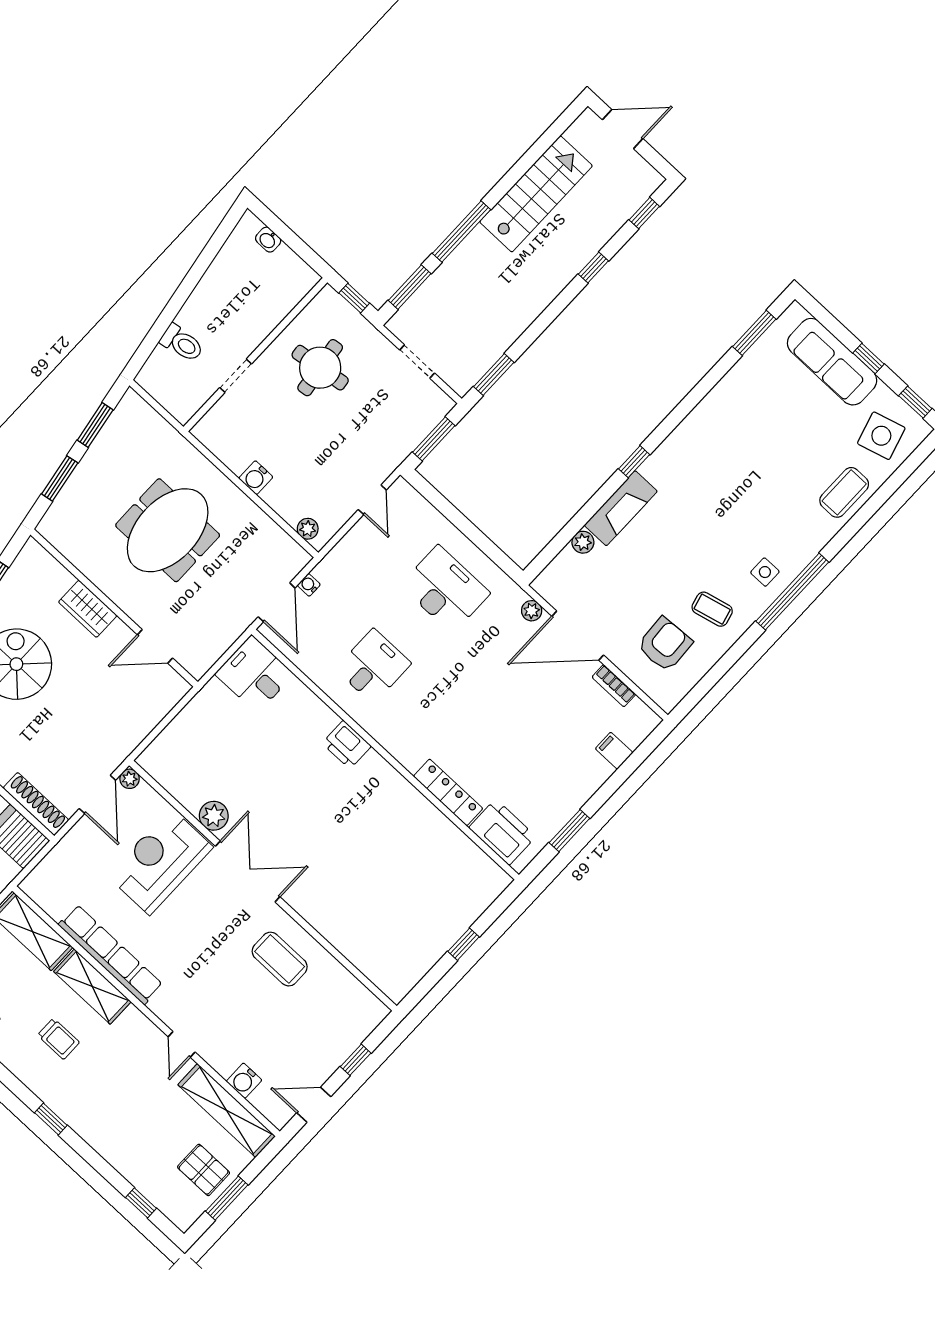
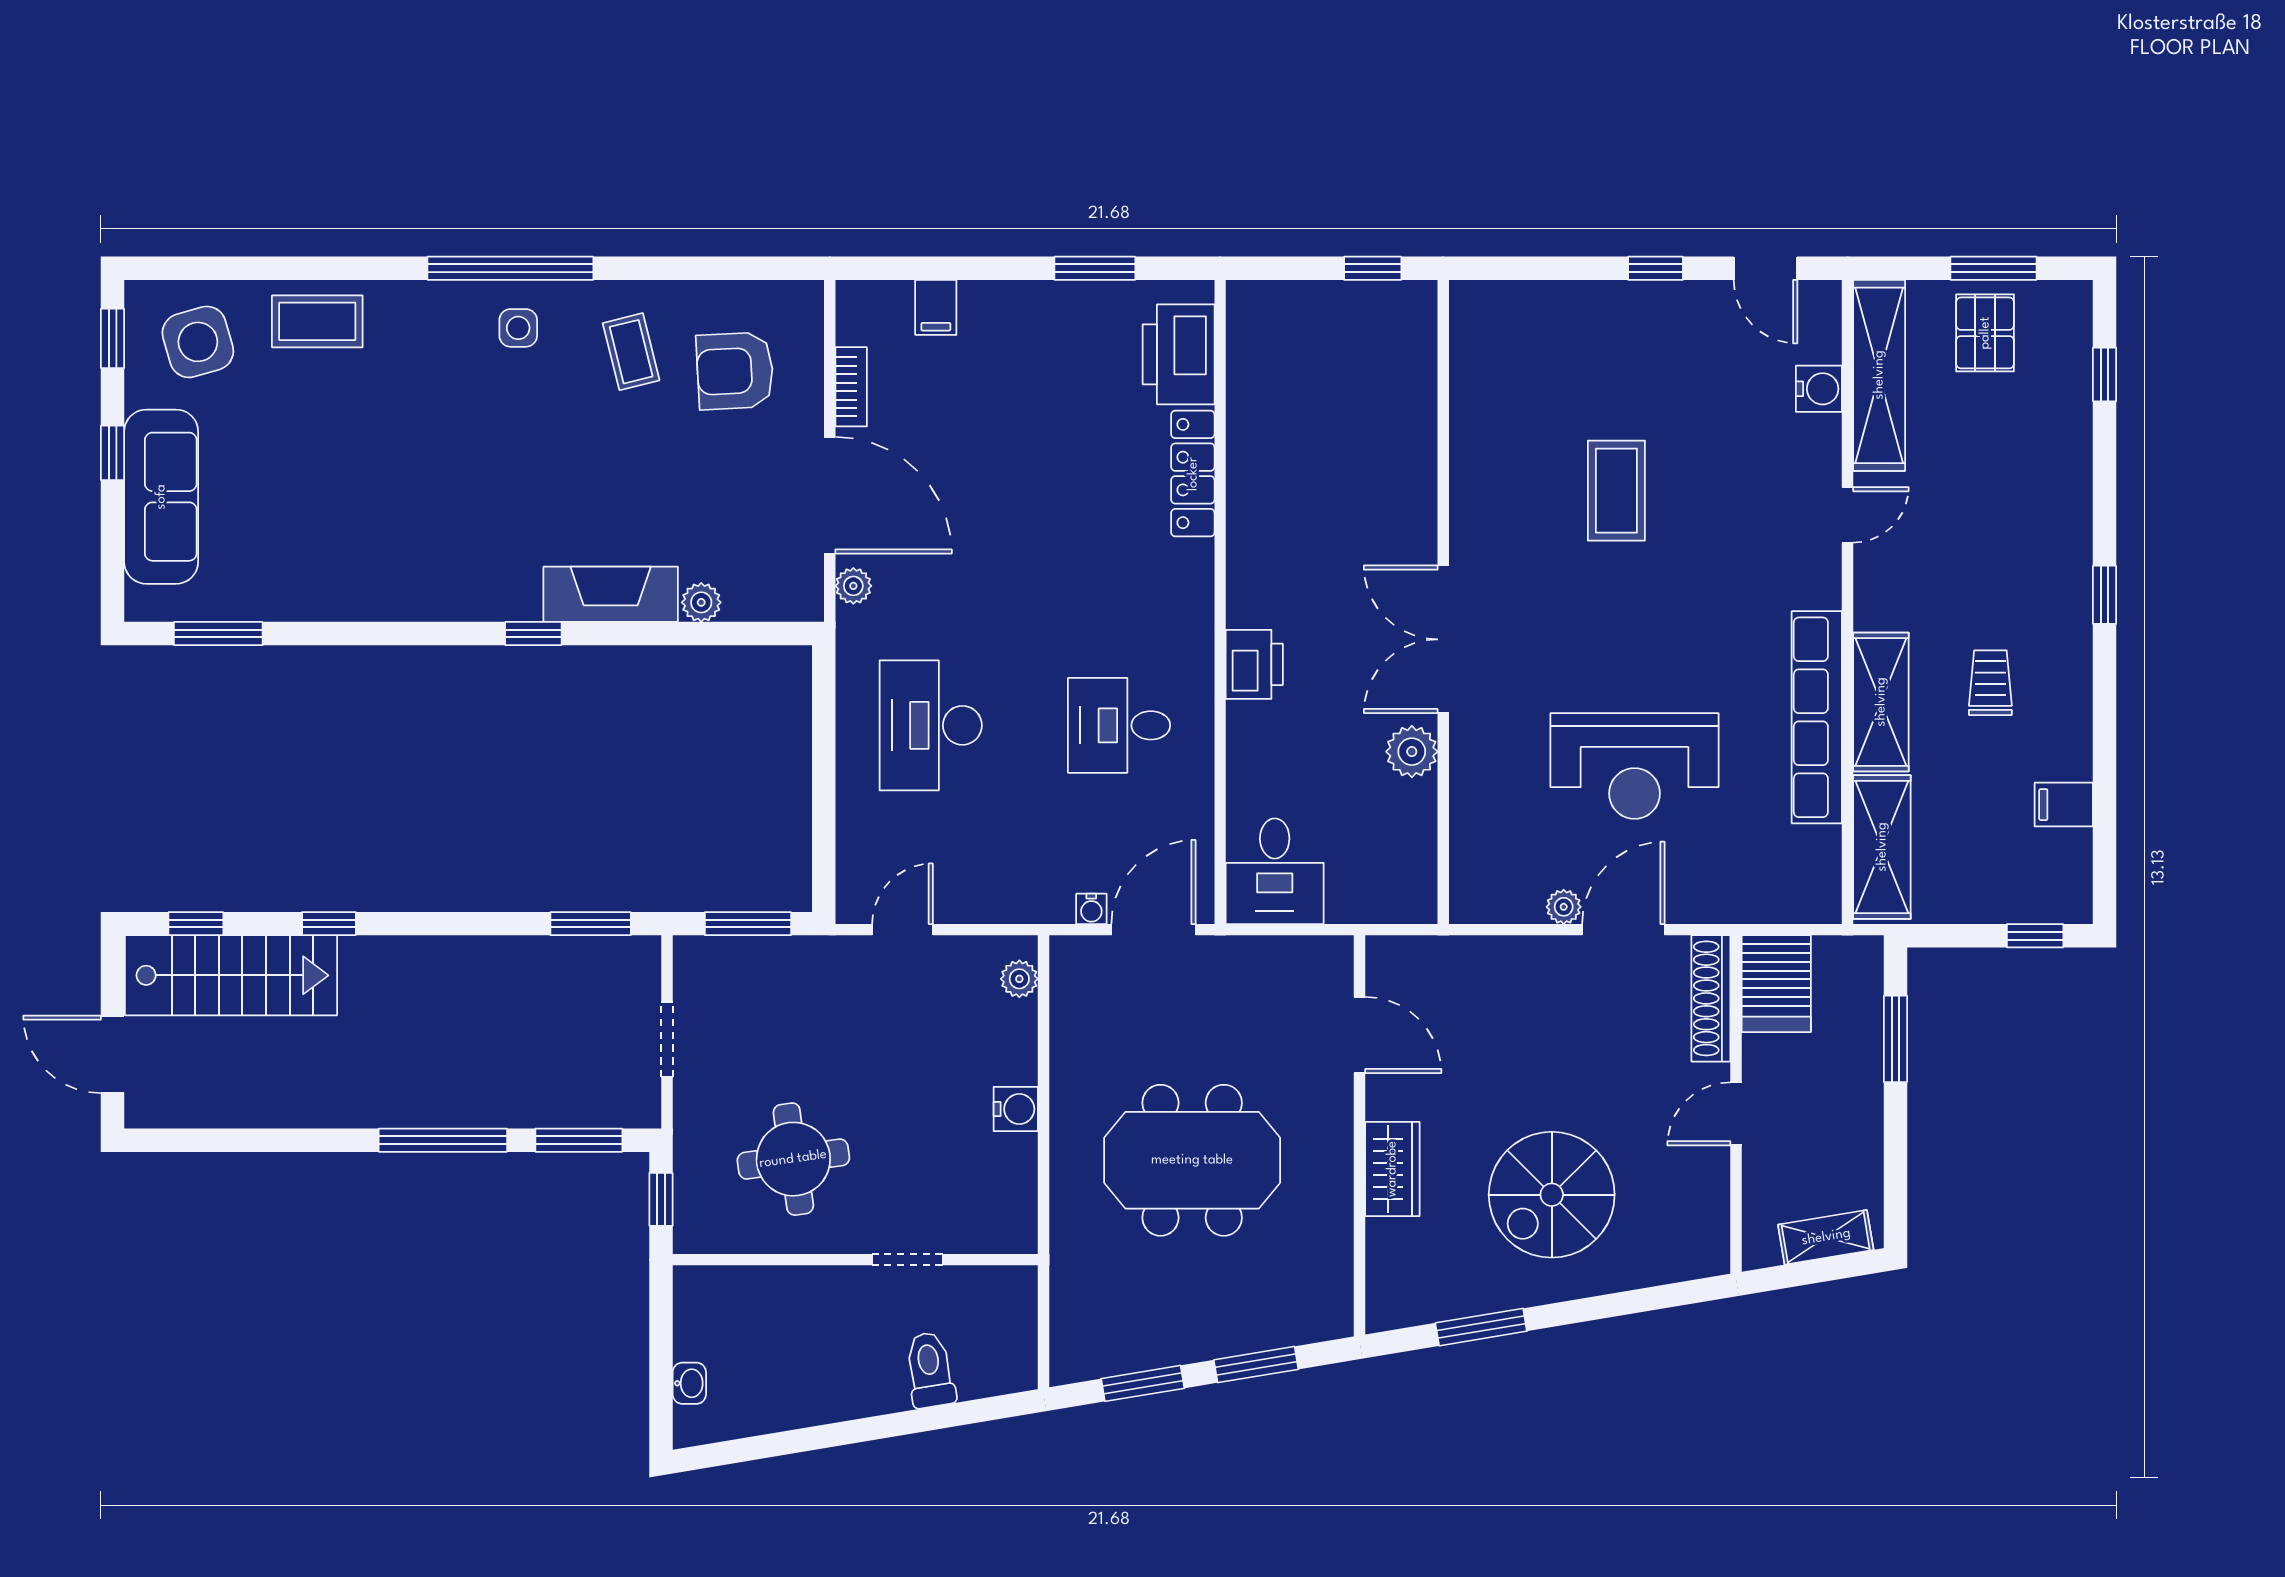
stairs: (536, 194) -> (231, 975), moved, turned 180
plant: (214, 816) -> (1412, 752), moved
double door: (248, 871) -> (1443, 639), moved
wall: (263, 886) -> (1443, 602), moved

